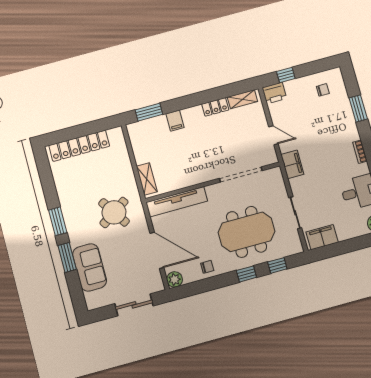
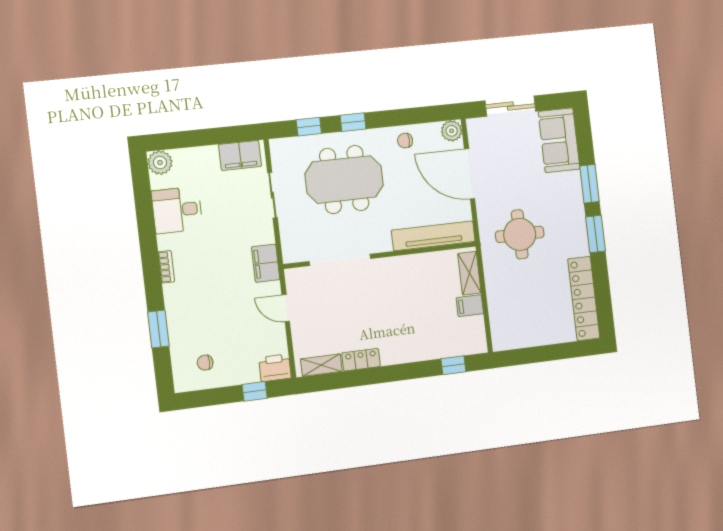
window: (149, 112) -> (453, 365), width x0.67
filing cabinet: (175, 121) -> (470, 306), moved, turned -90
locker: (79, 146) -> (584, 299), moved, turned -90
round table: (114, 212) -> (520, 234), turned 34
sofa: (90, 267) -> (559, 140), moved

